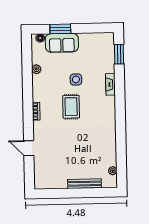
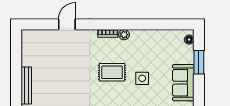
sofa: (62, 43) -> (183, 83), moved
plant: (36, 69) -> (124, 35), moved

